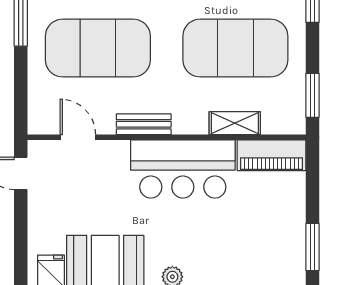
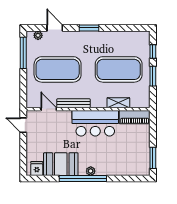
window: (312, 95) -> (153, 76), moved
bench: (144, 124) -> (73, 103), width x1.36

